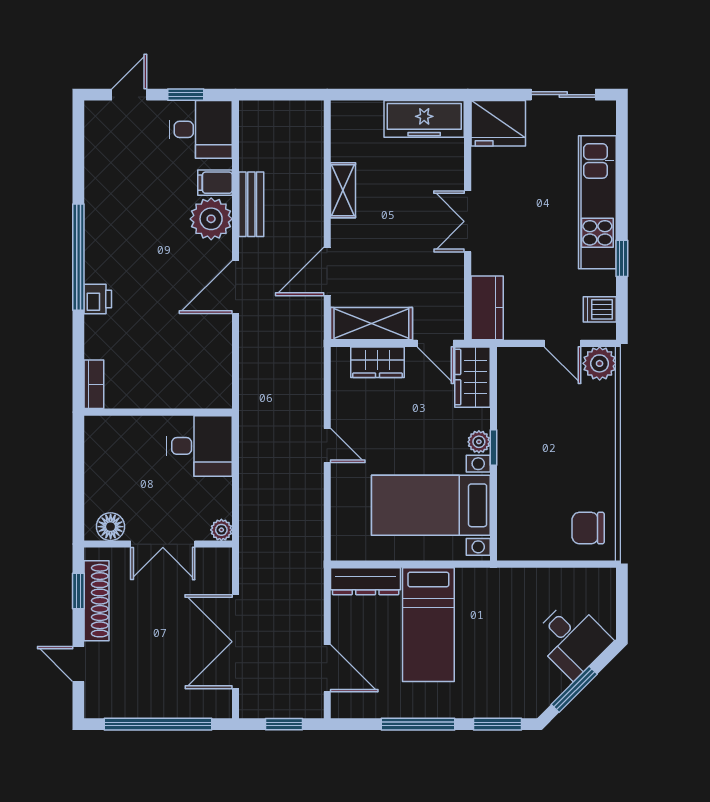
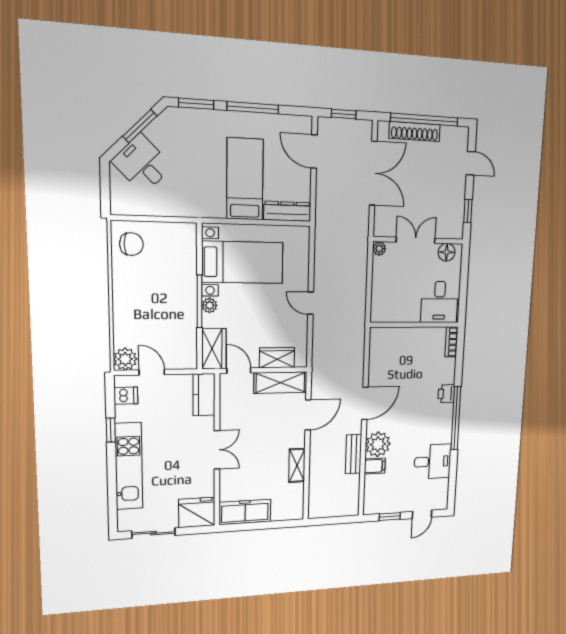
desk: (201, 129) -> (432, 462), moved, turned 180
desk: (199, 446) -> (439, 302), moved, turned -90
window: (493, 447) -> (199, 301), width x2.17
shoe rack: (97, 601) -> (415, 131), moved, turned -90

